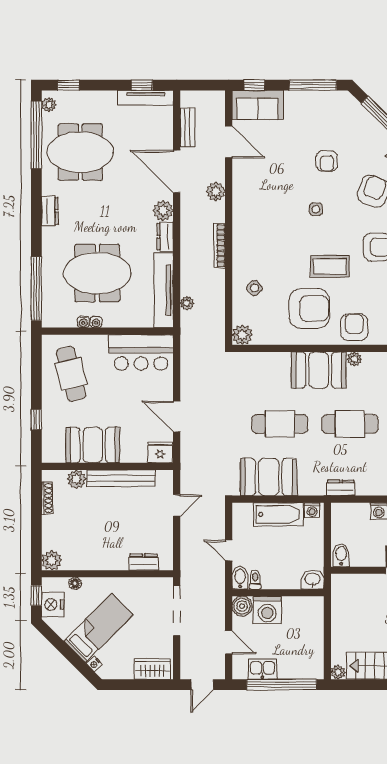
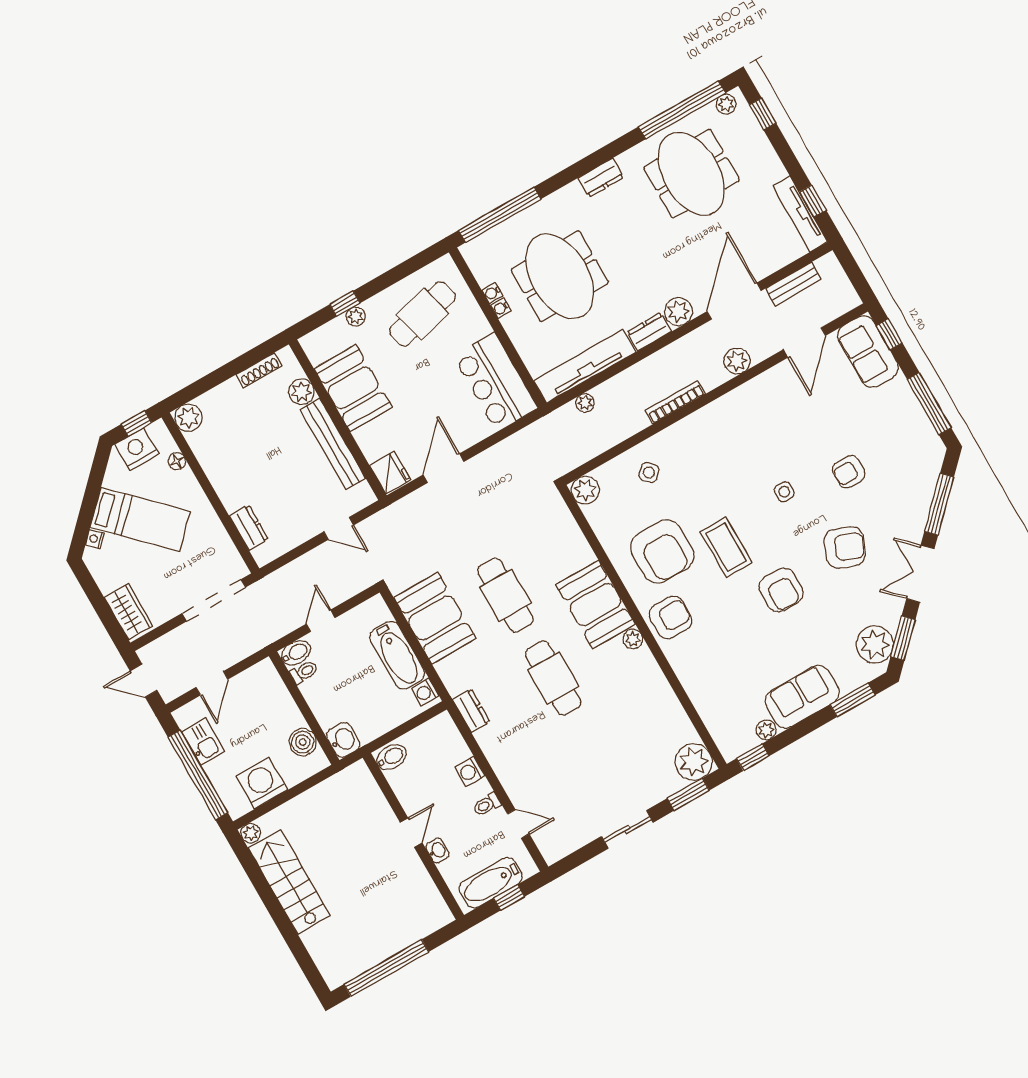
plant: (48, 417) -> (356, 317), added
boiler: (242, 606) -> (303, 742), moved
washing machine: (267, 610) -> (262, 783), moved, turned 90

